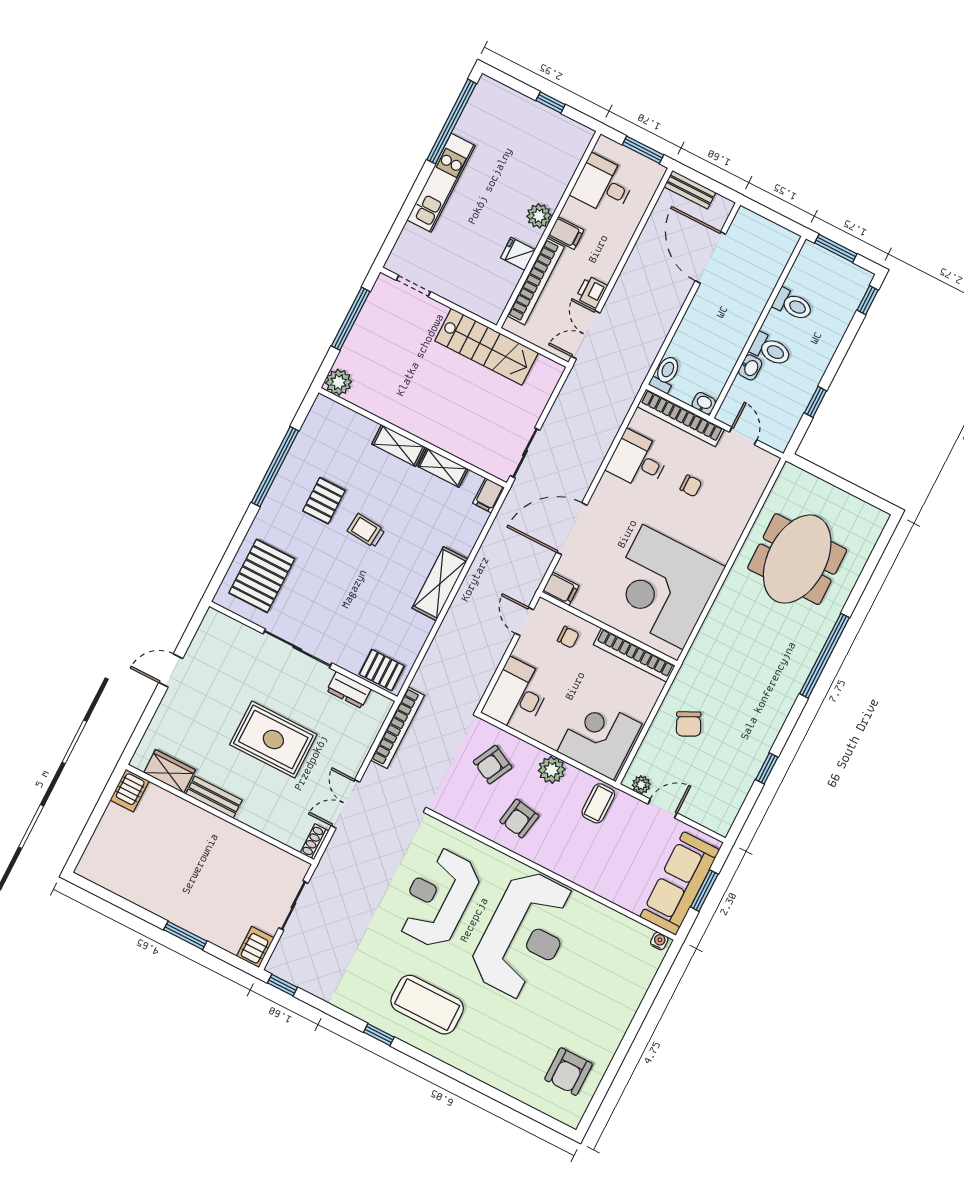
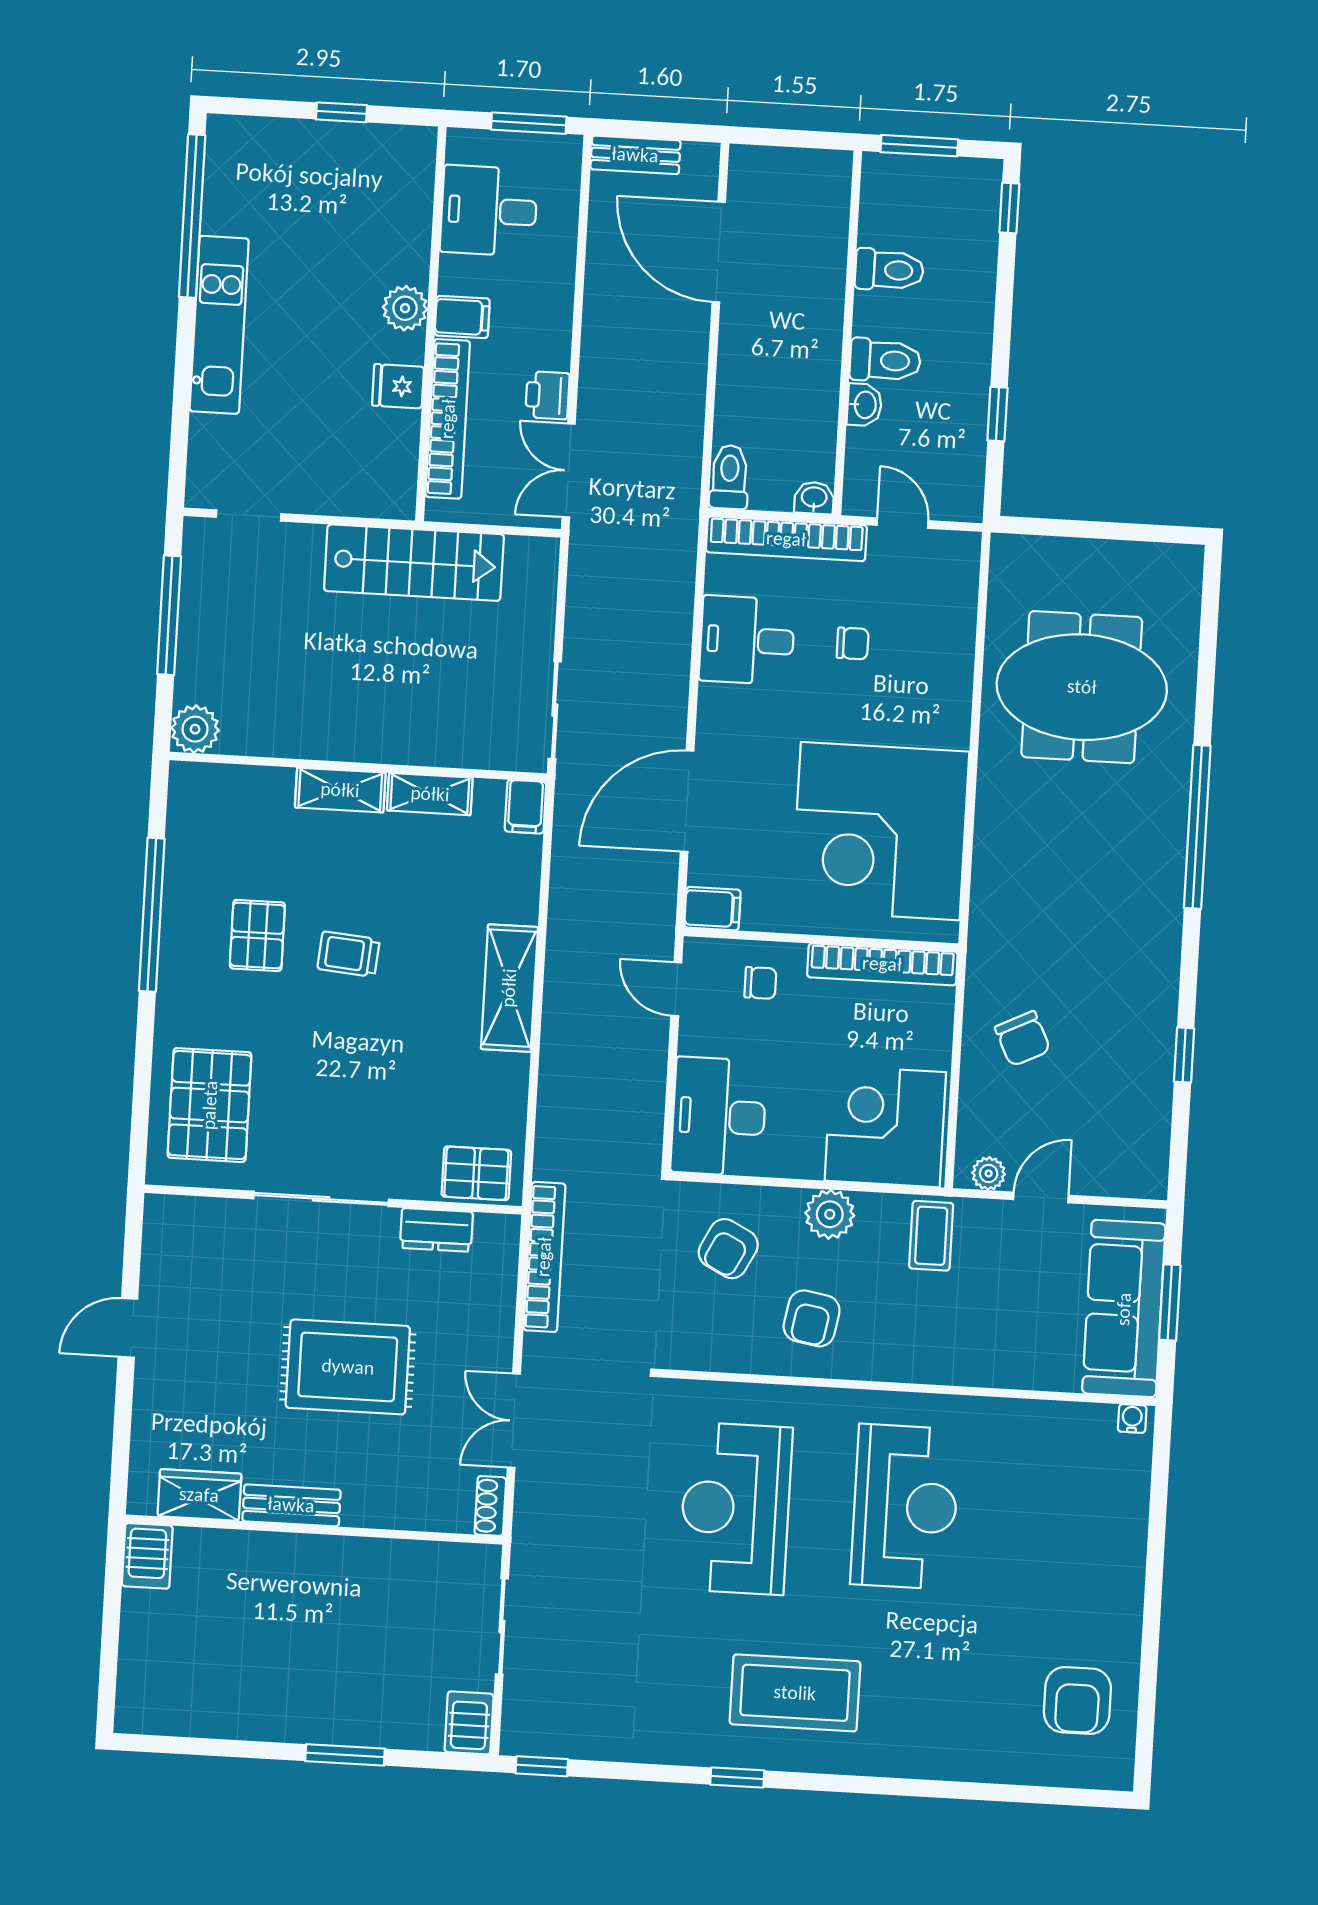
meeting table: (797, 559) -> (1082, 687), turned 90
reception desk: (524, 935) -> (905, 1507), width x0.74, depth x0.77

